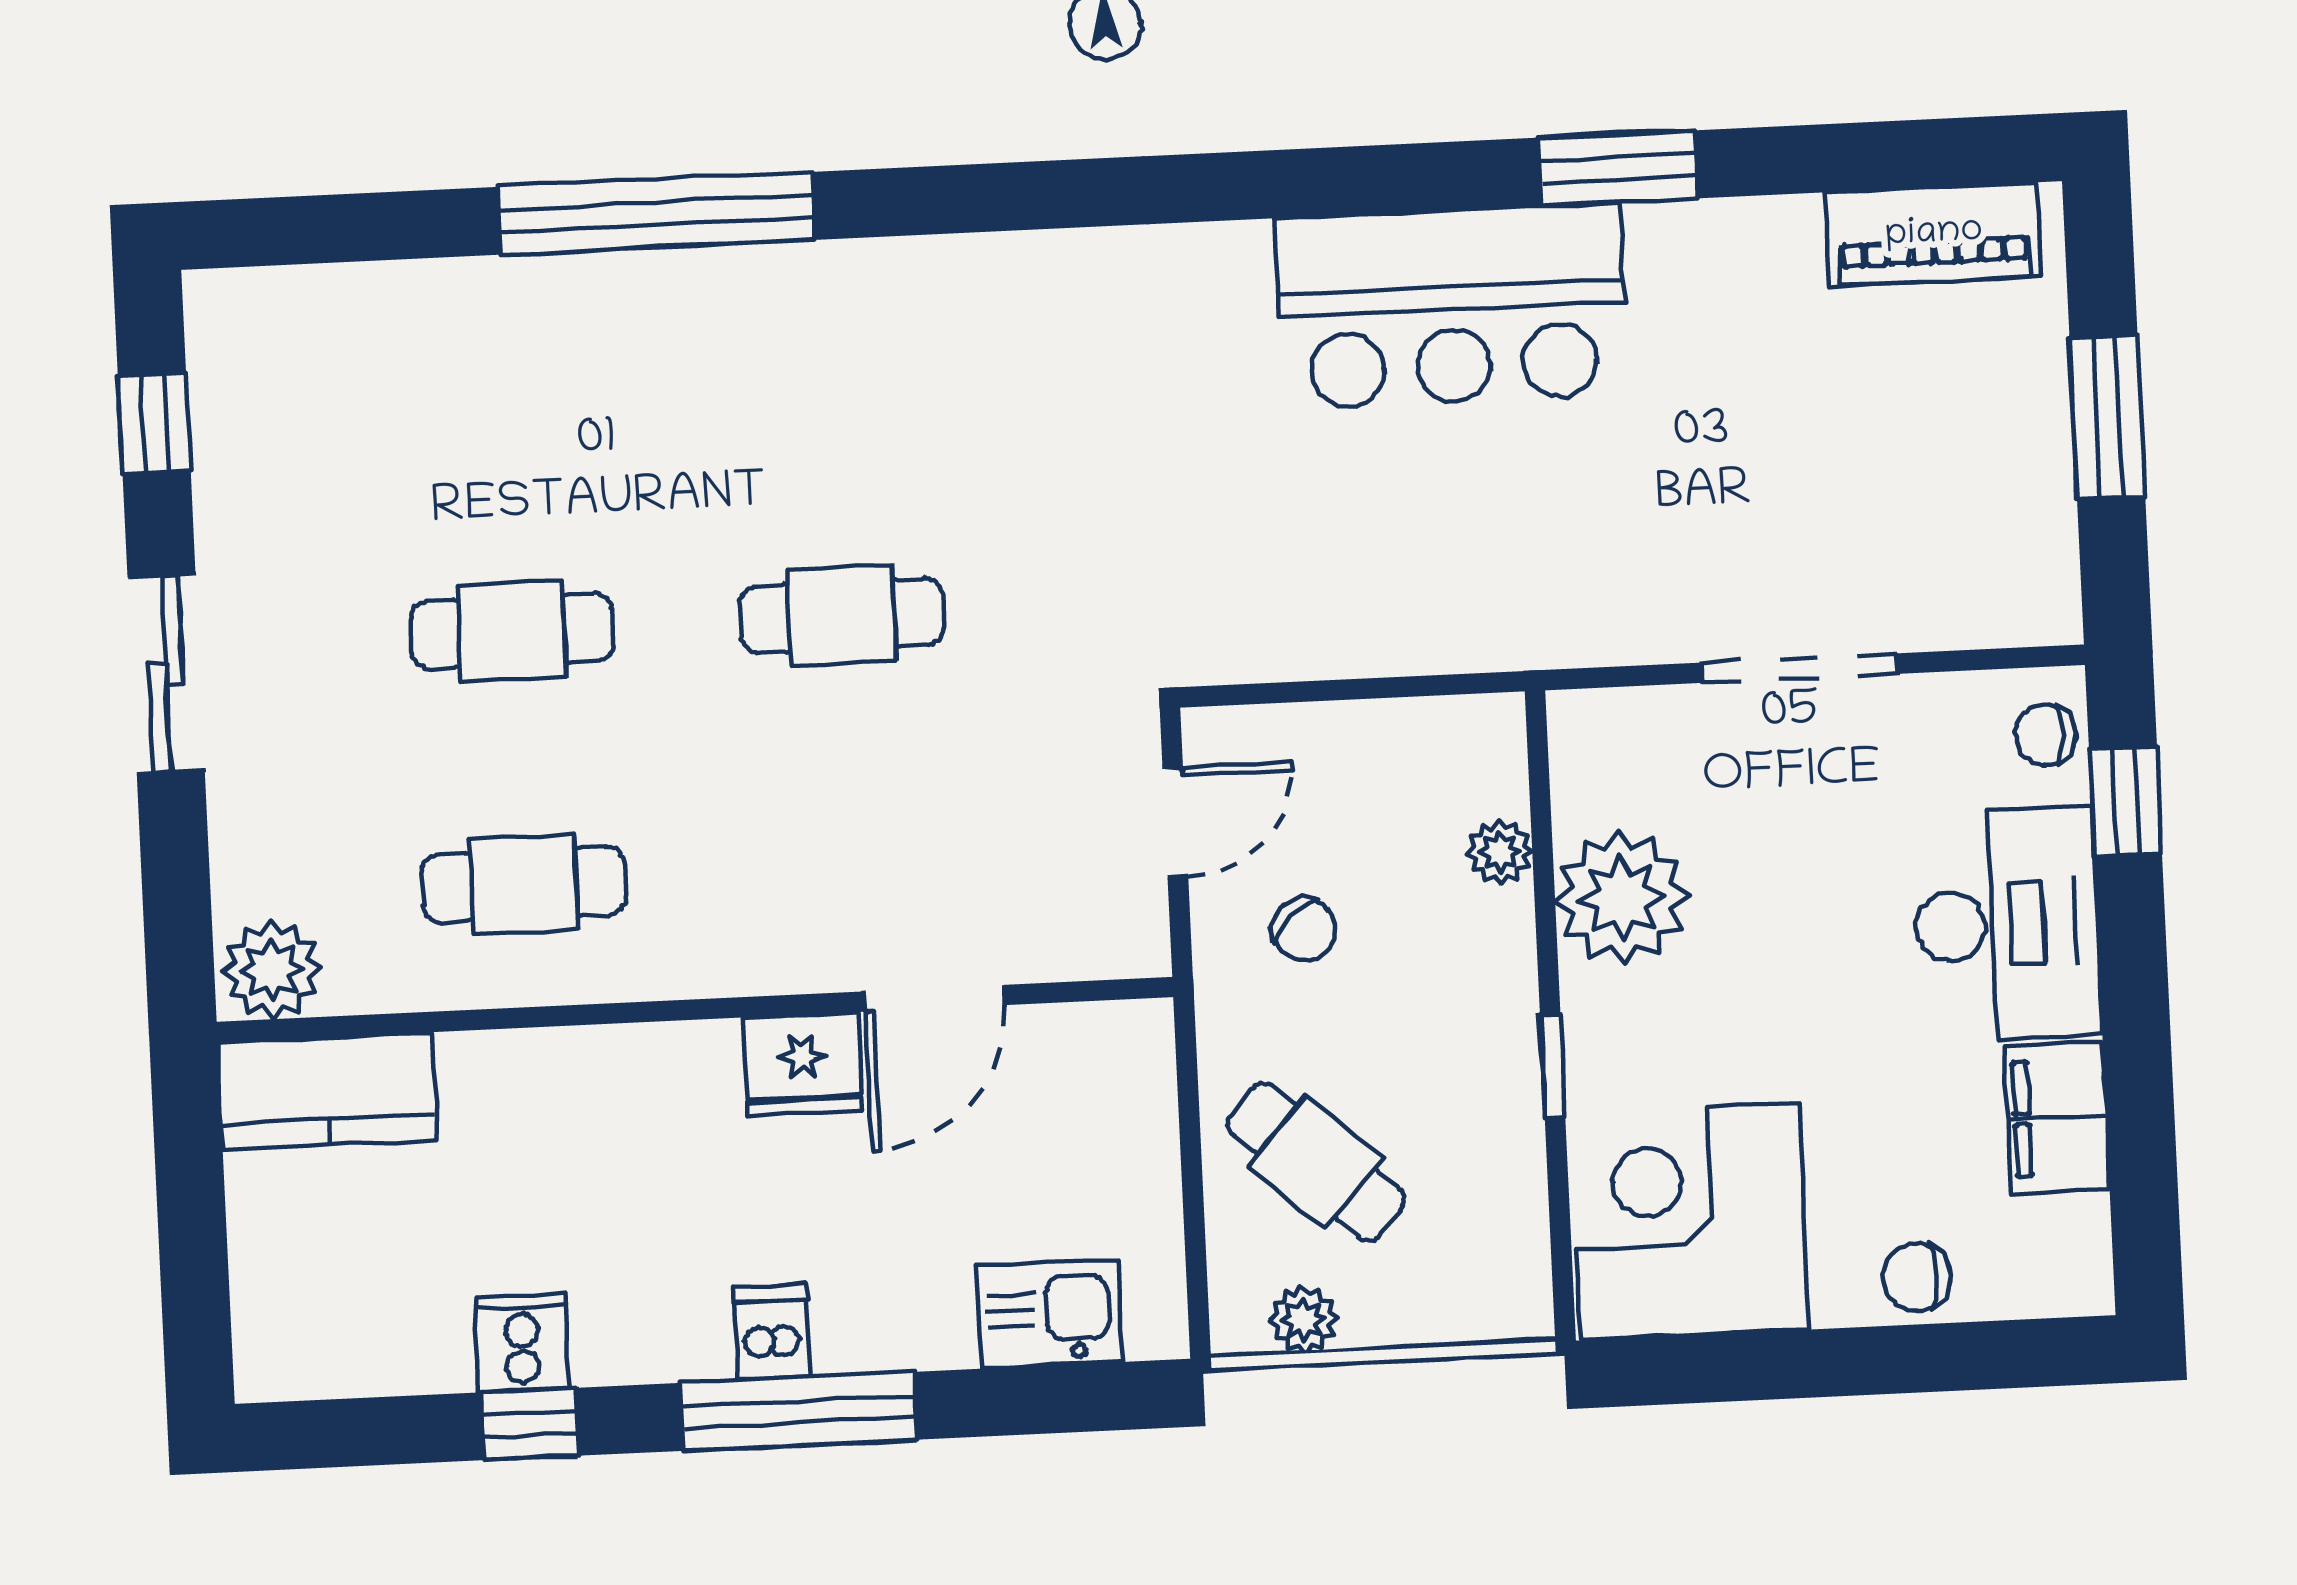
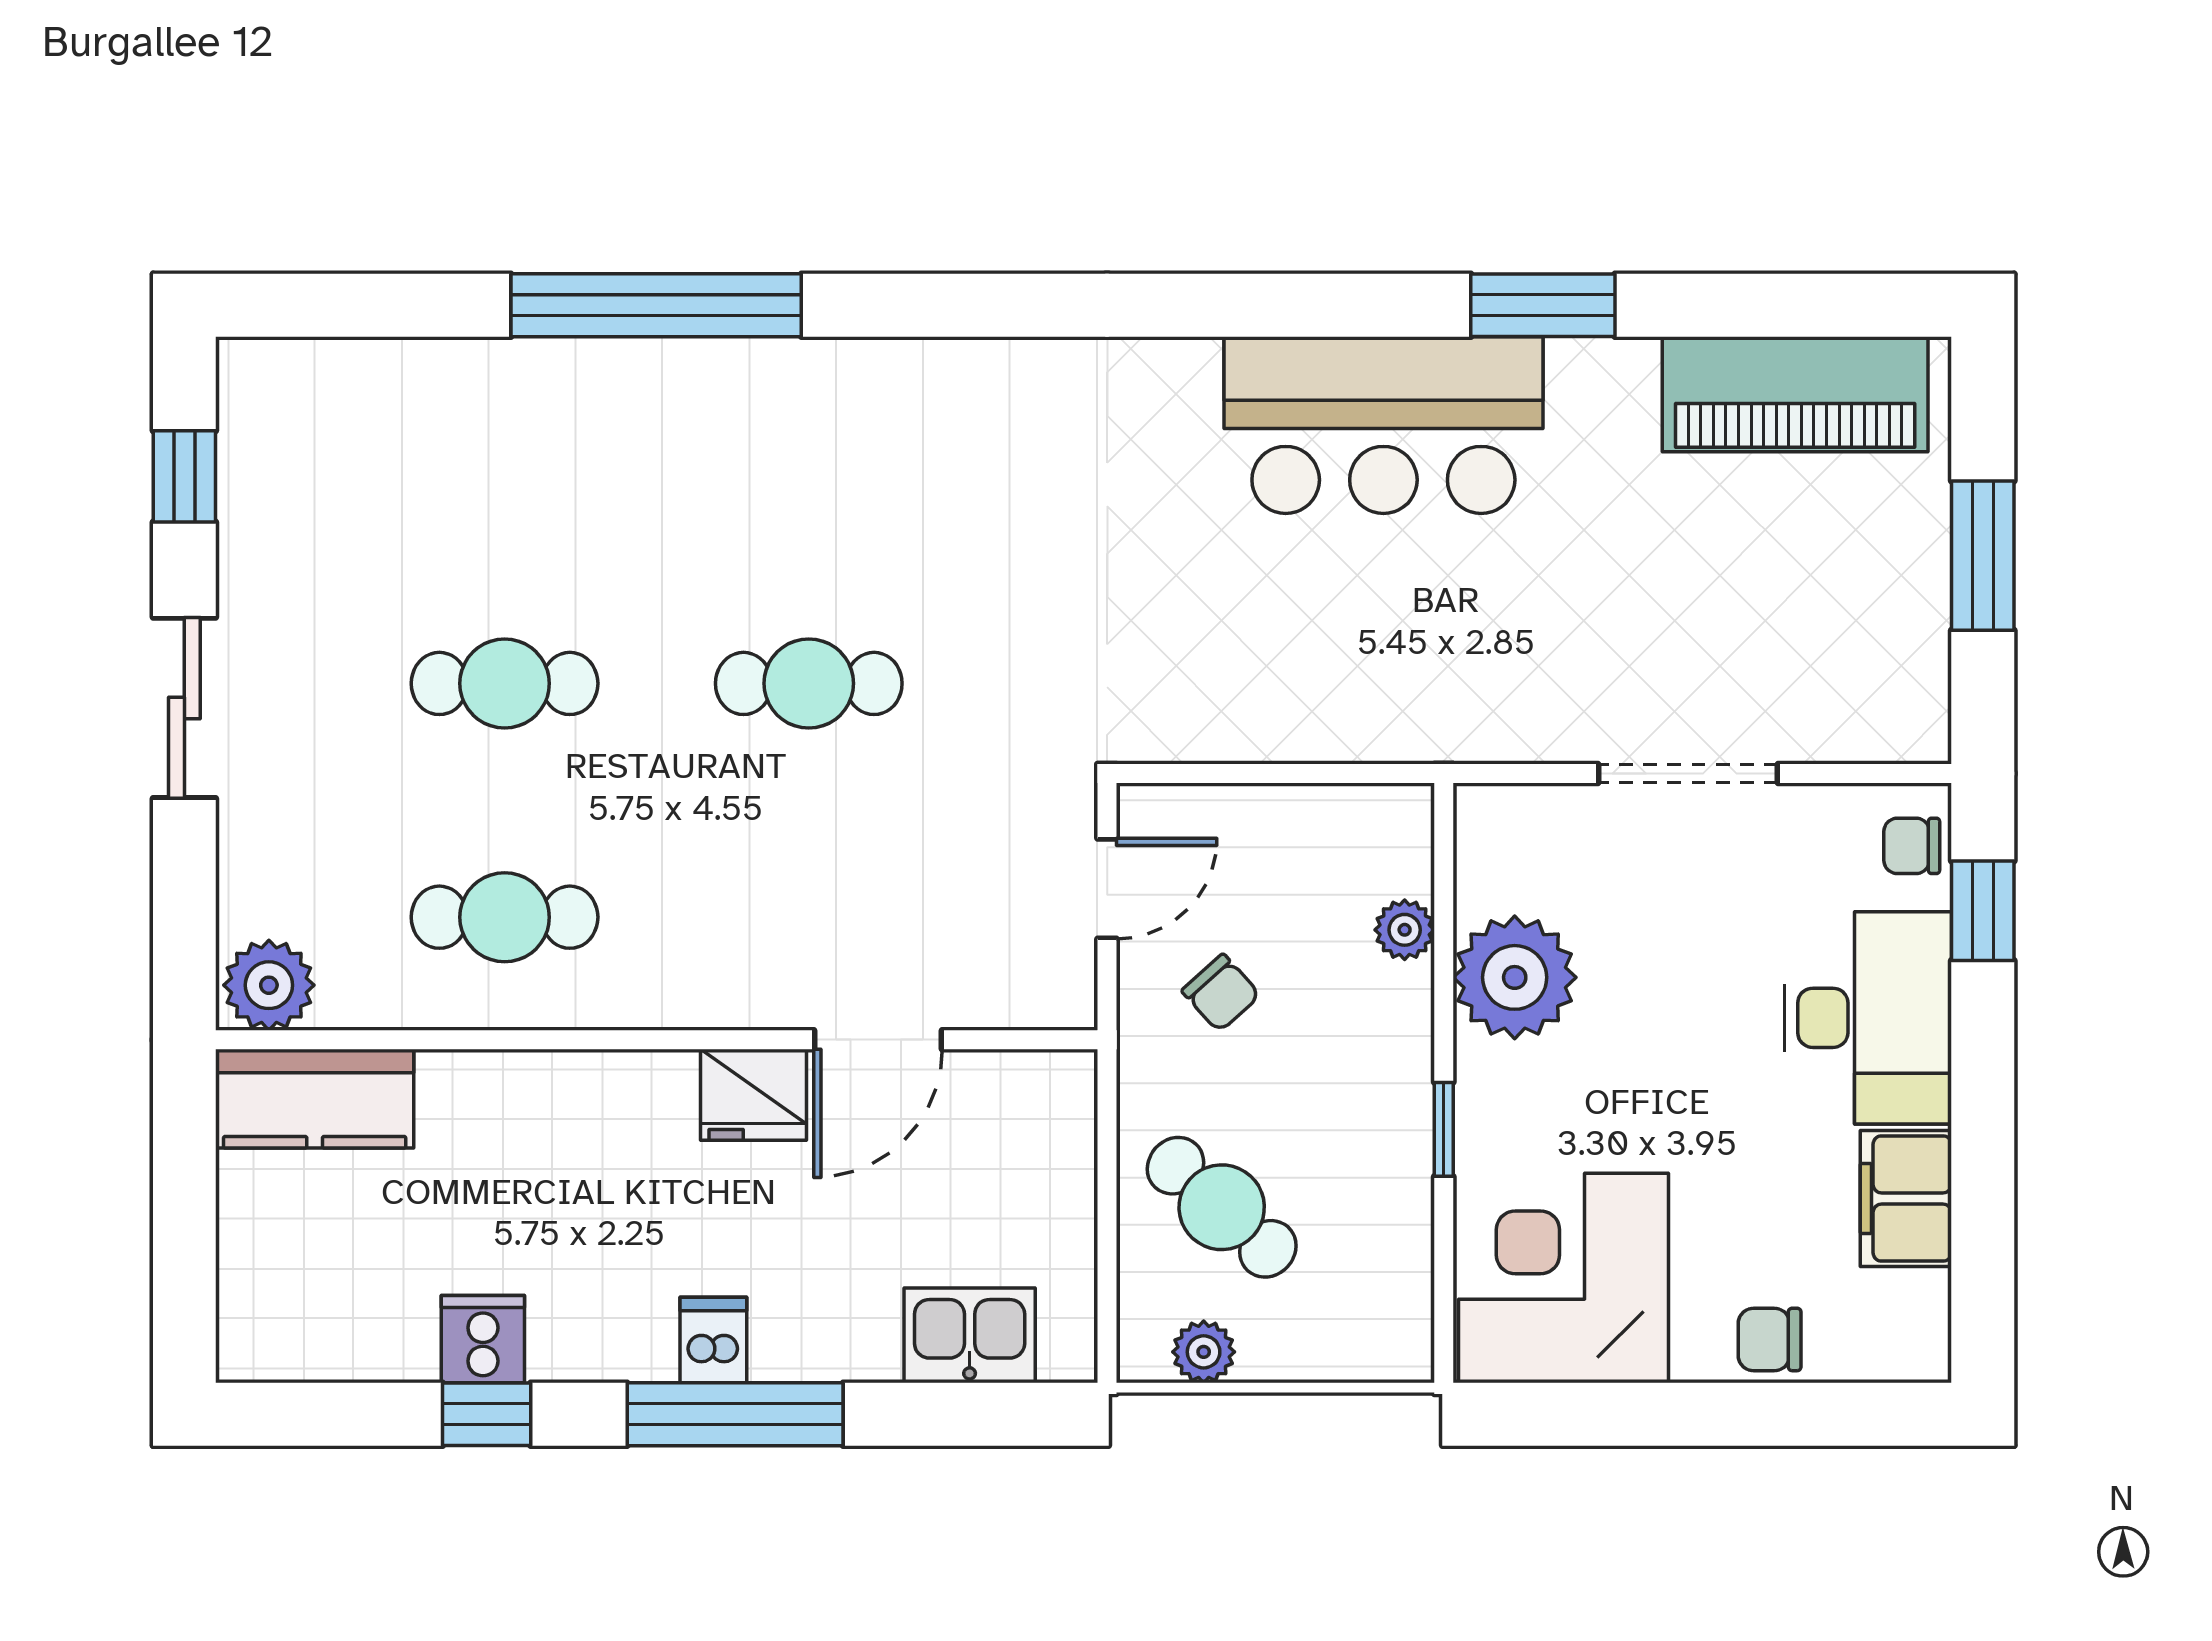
piano: (1934, 234) -> (1795, 394), width x1.37, depth x1.33

